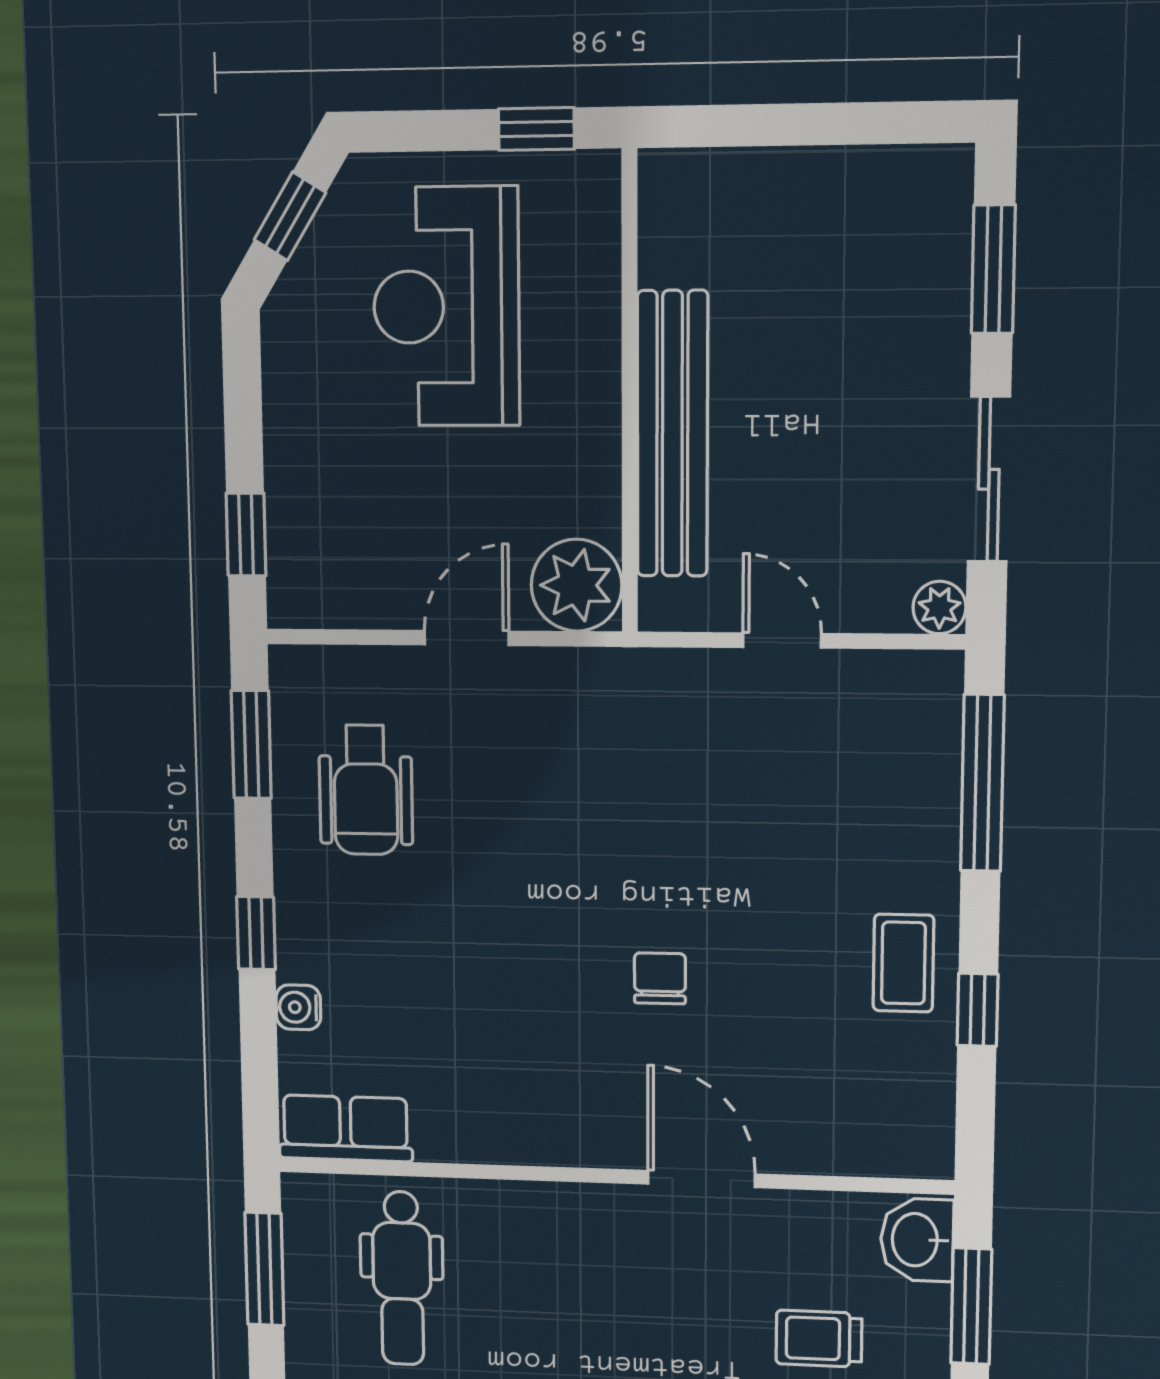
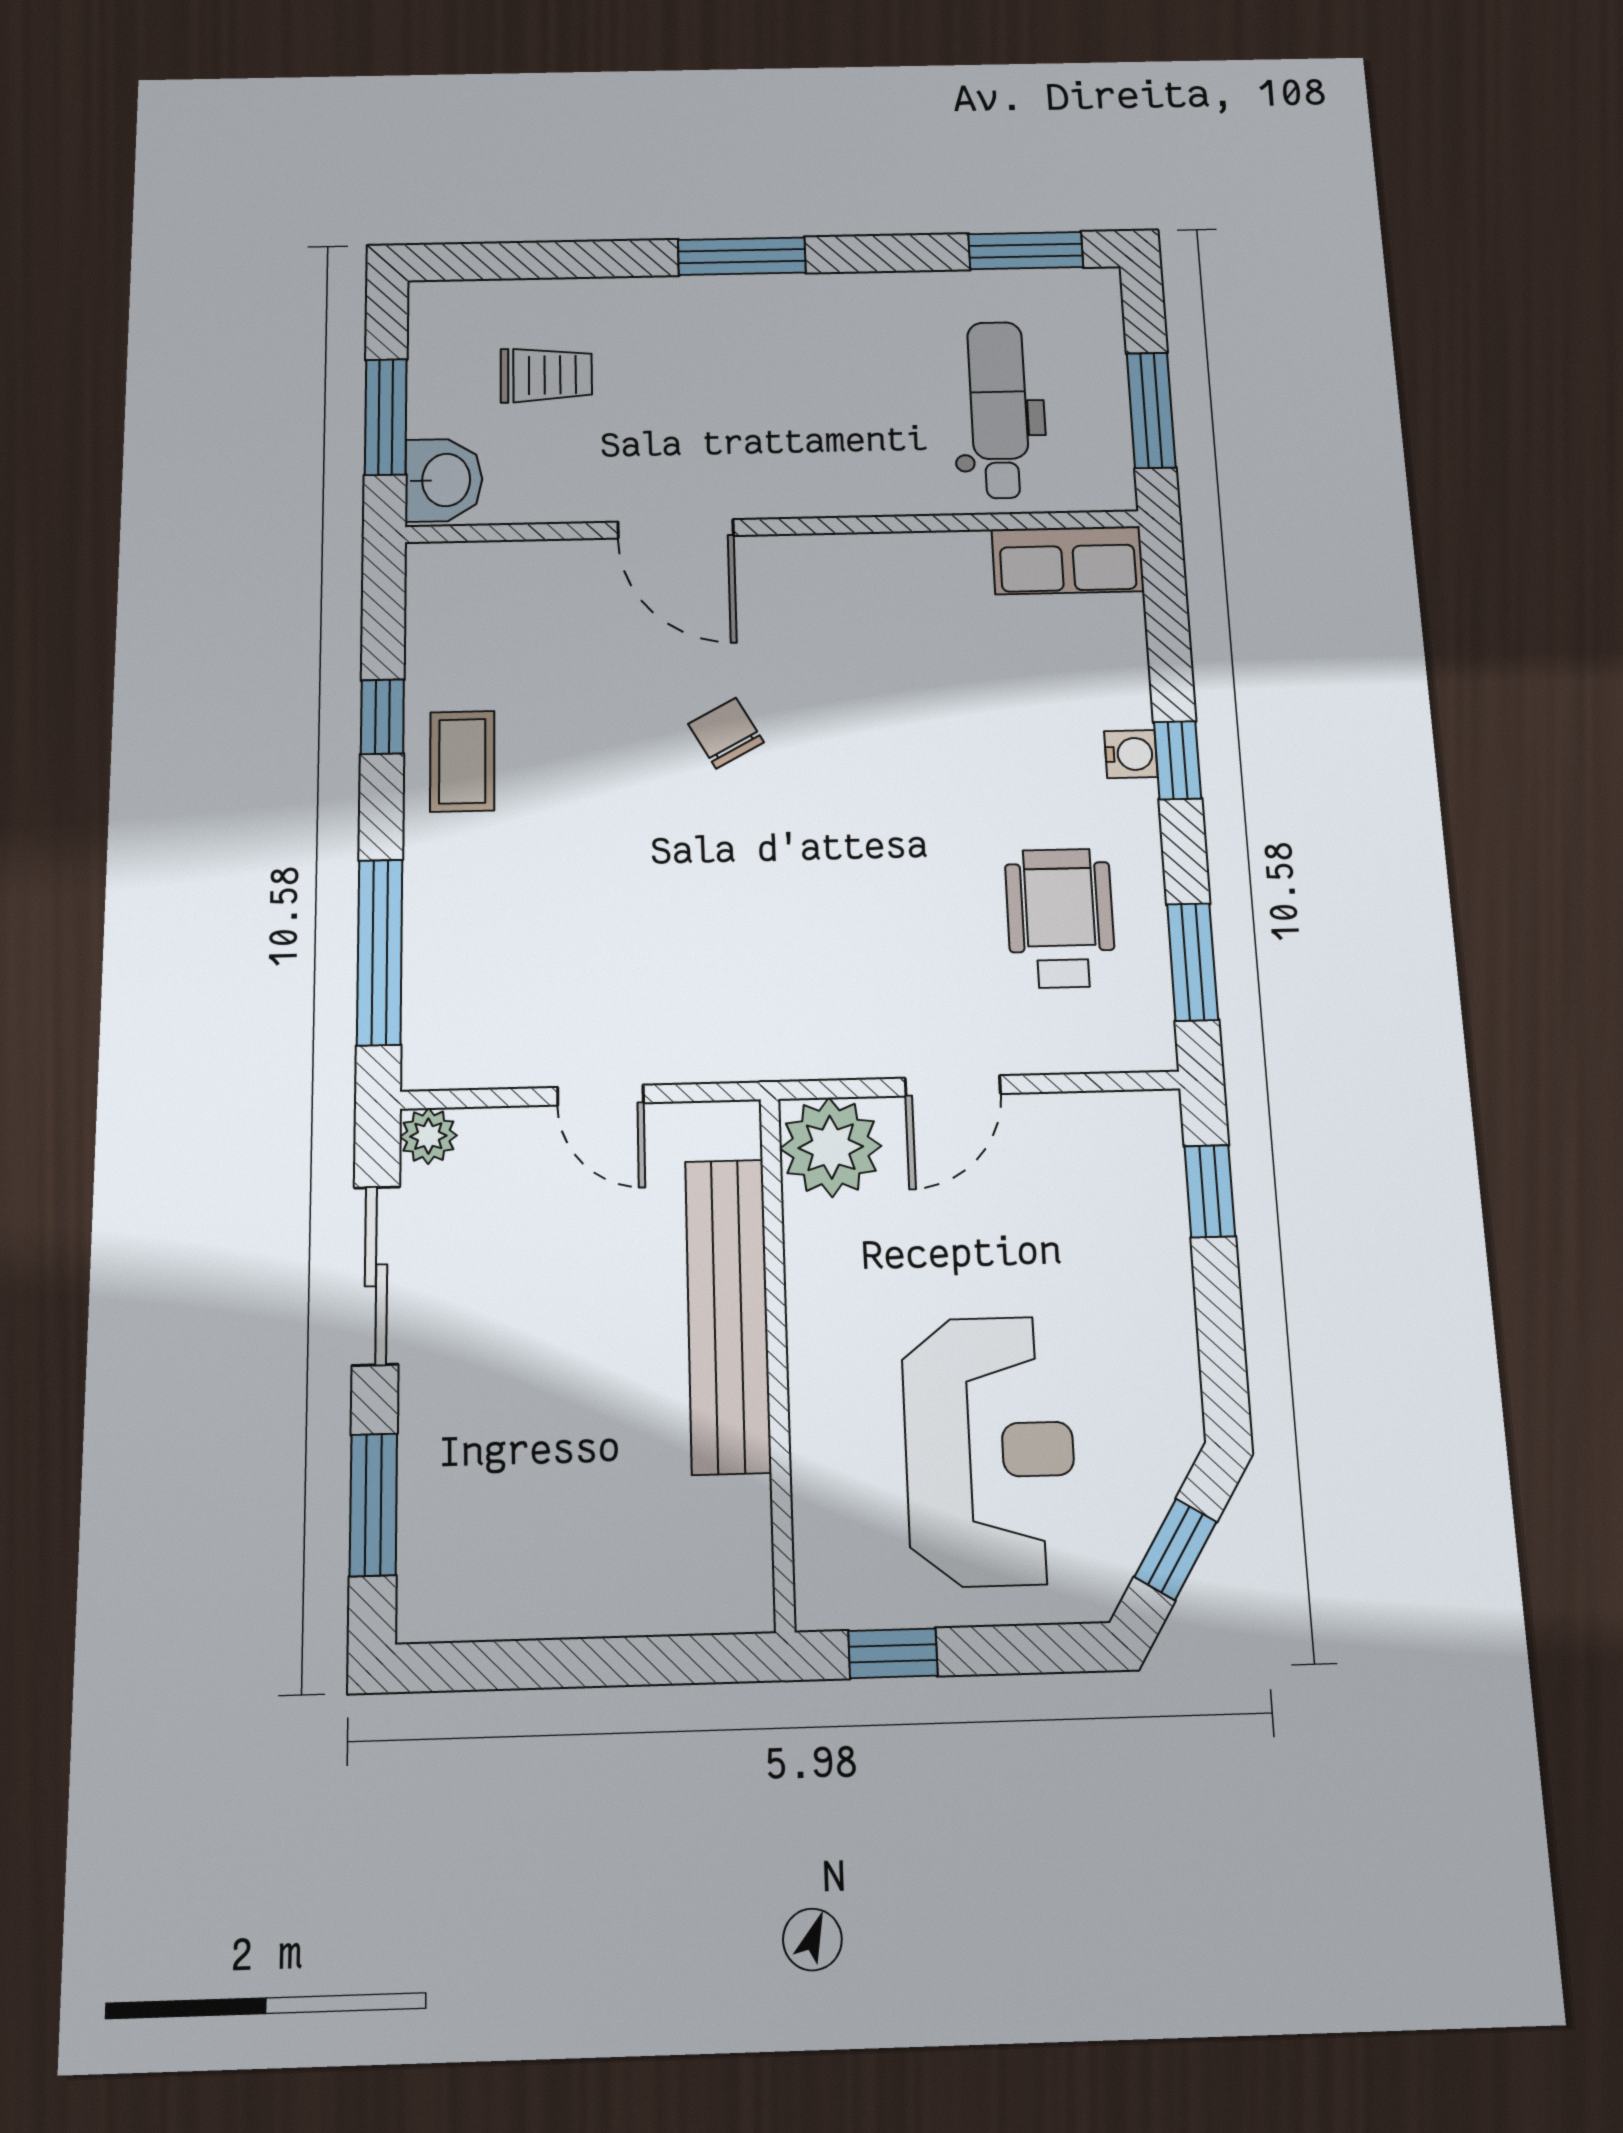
chair: (660, 978) -> (726, 733), turned 151
water cooler: (298, 1007) -> (1131, 754), moved

